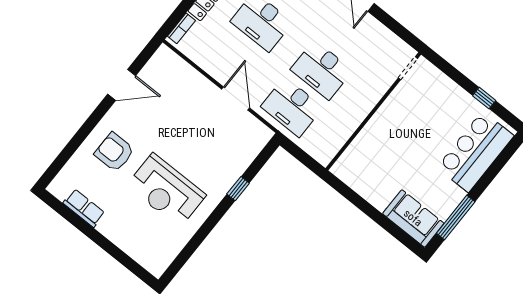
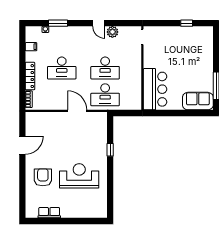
plant: (372, 28) -> (112, 32), added
armchair: (114, 152) -> (43, 177), turned 90
bar counter: (475, 152) -> (155, 89), moved, turned 180
reception desk: (166, 190) -> (79, 176), turned 180

